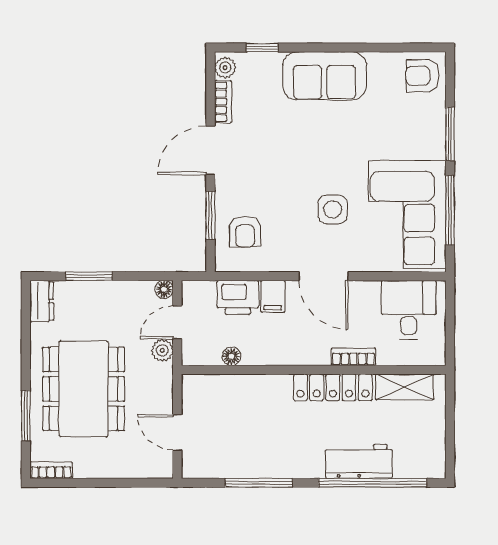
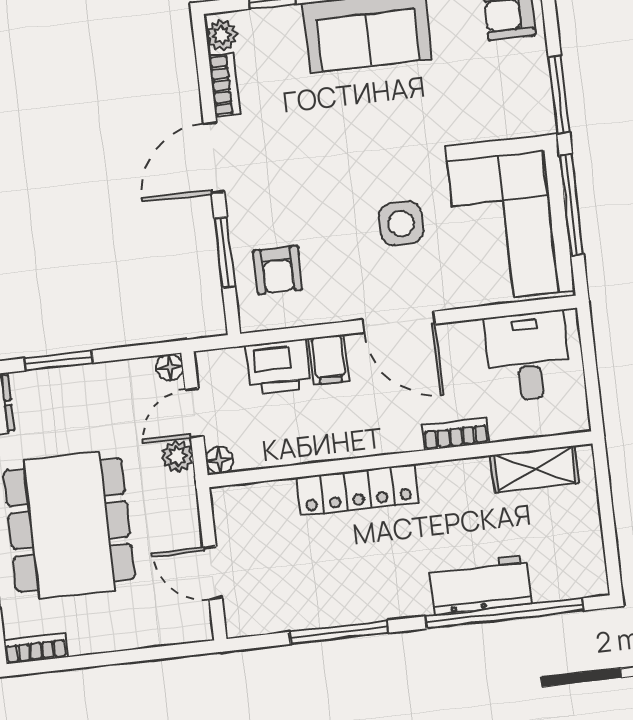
floor lamp: (231, 356) -> (219, 460), moved
locker: (333, 387) -> (358, 490), moved

